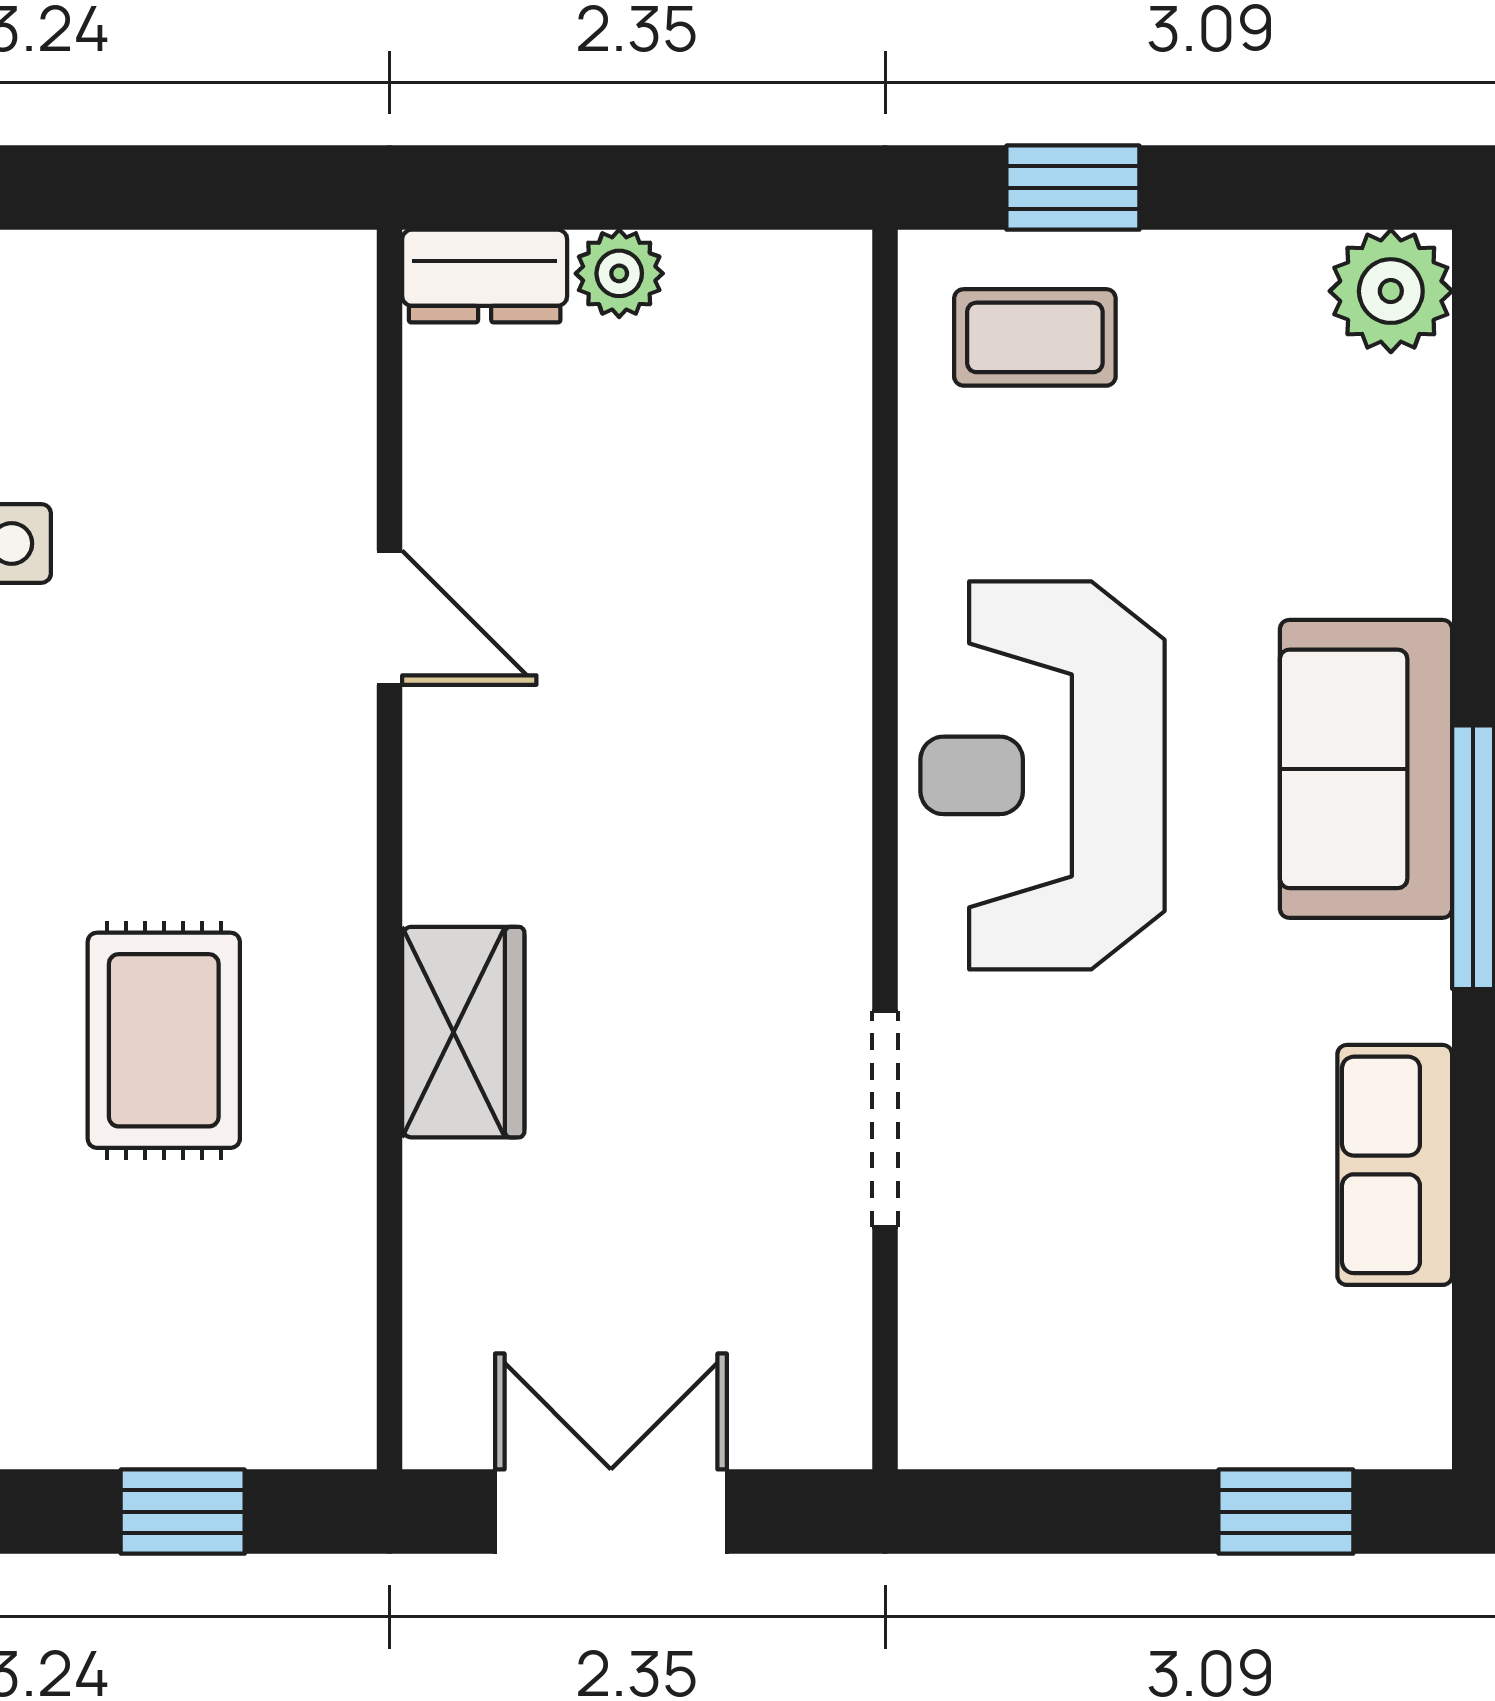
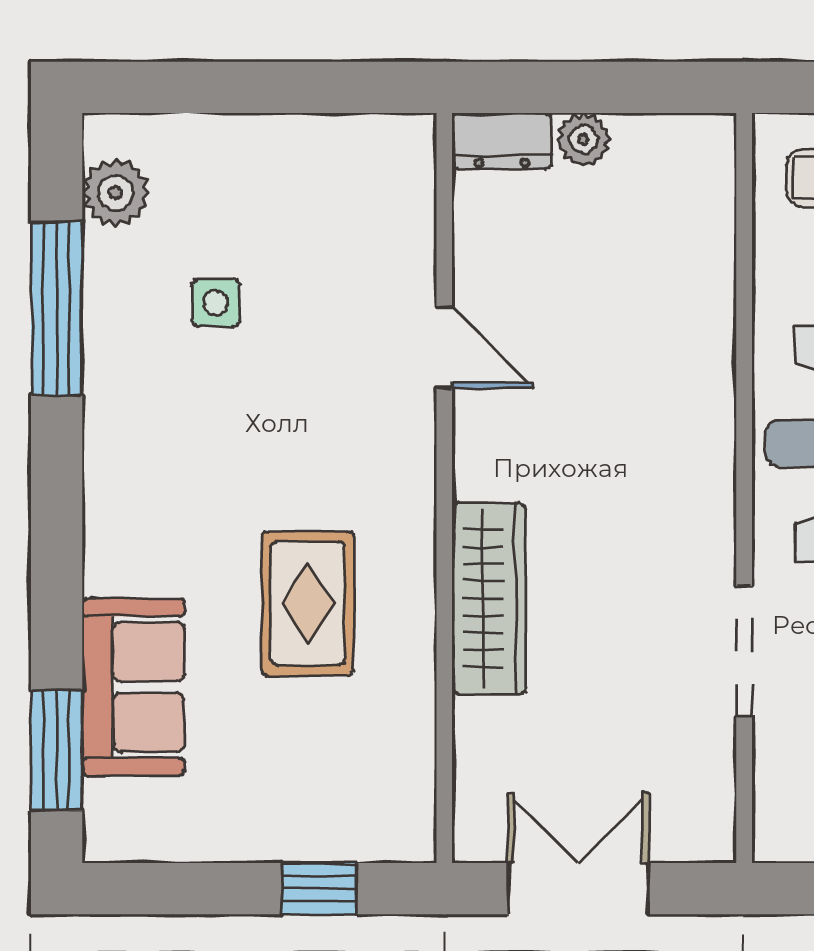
wardrobe: (463, 1032) -> (489, 598), width x1.50

